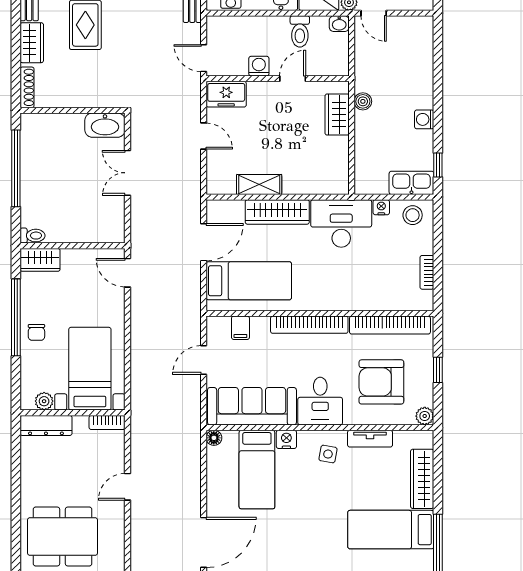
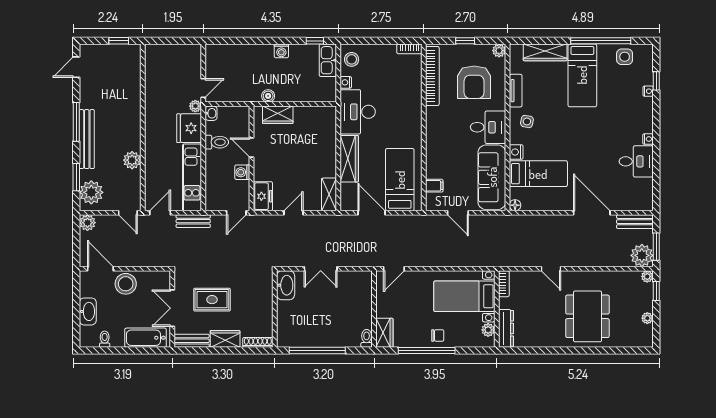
shelving: (259, 184) -> (329, 194), moved
bookcase: (427, 272) -> (409, 49), moved
bookcase: (309, 325) -> (432, 135), removed

